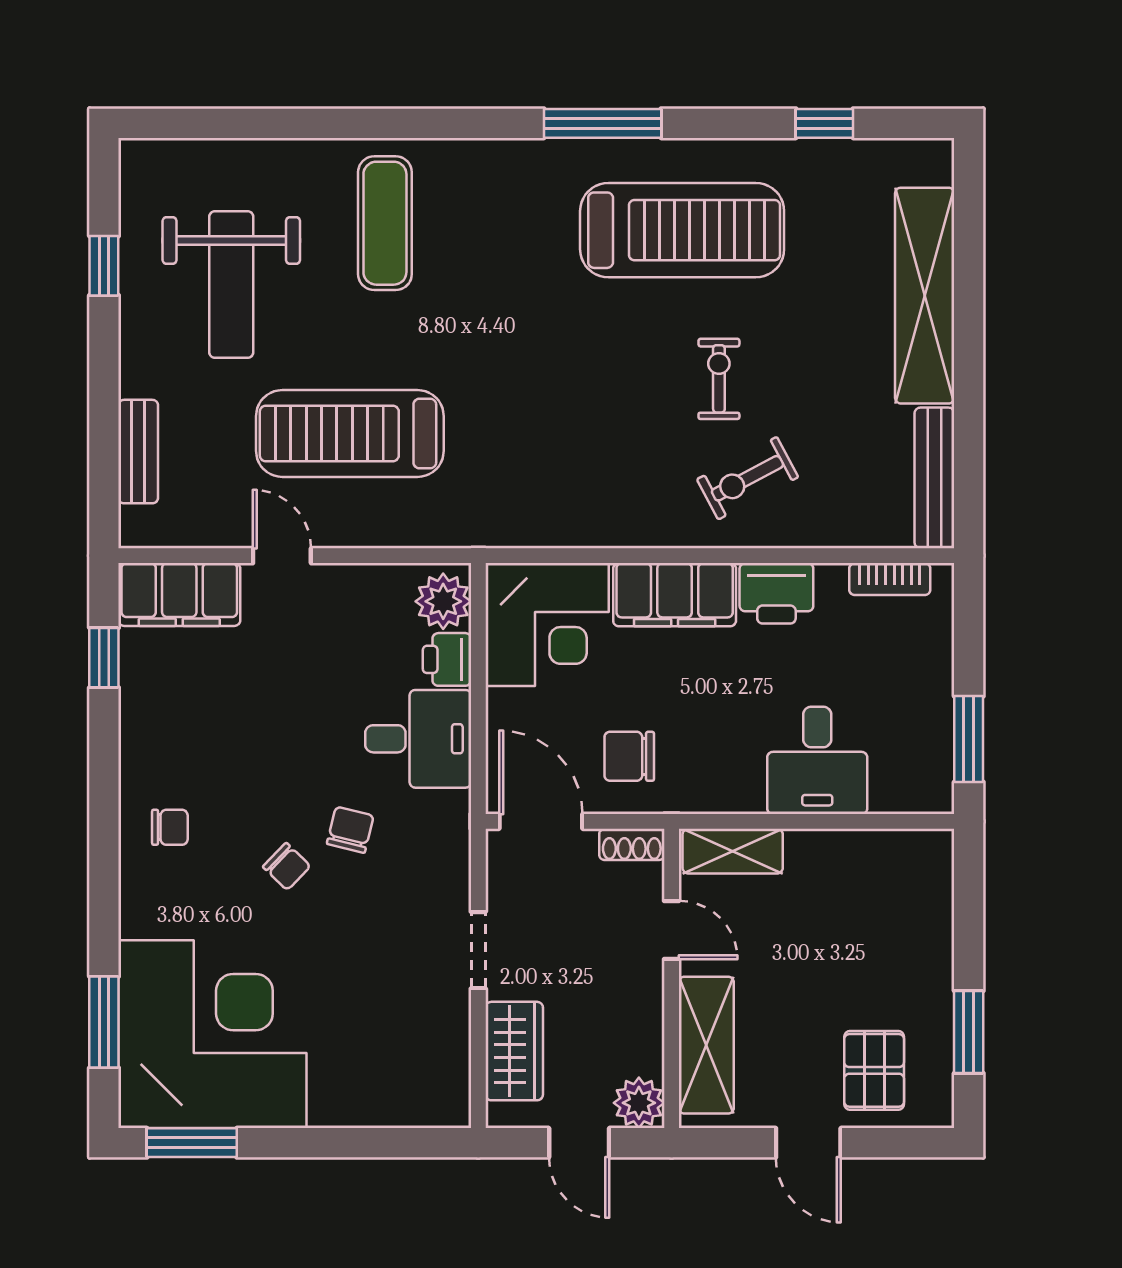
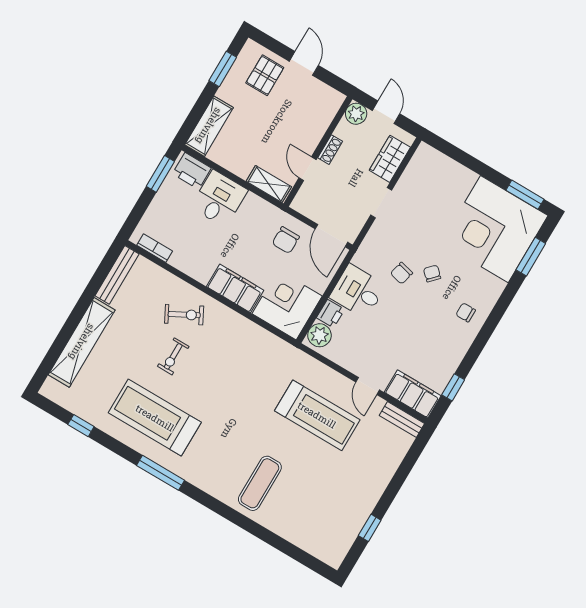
weight bench: (231, 285) -> (328, 494), removed
bench: (138, 452) -> (402, 419), moved, turned 90
printer: (776, 593) -> (192, 171), moved, turned 180
chair: (629, 756) -> (286, 240), turned 90
shoe rack: (632, 844) -> (330, 150), moved, turned 90
shelving: (706, 1045) -> (209, 126), moved

